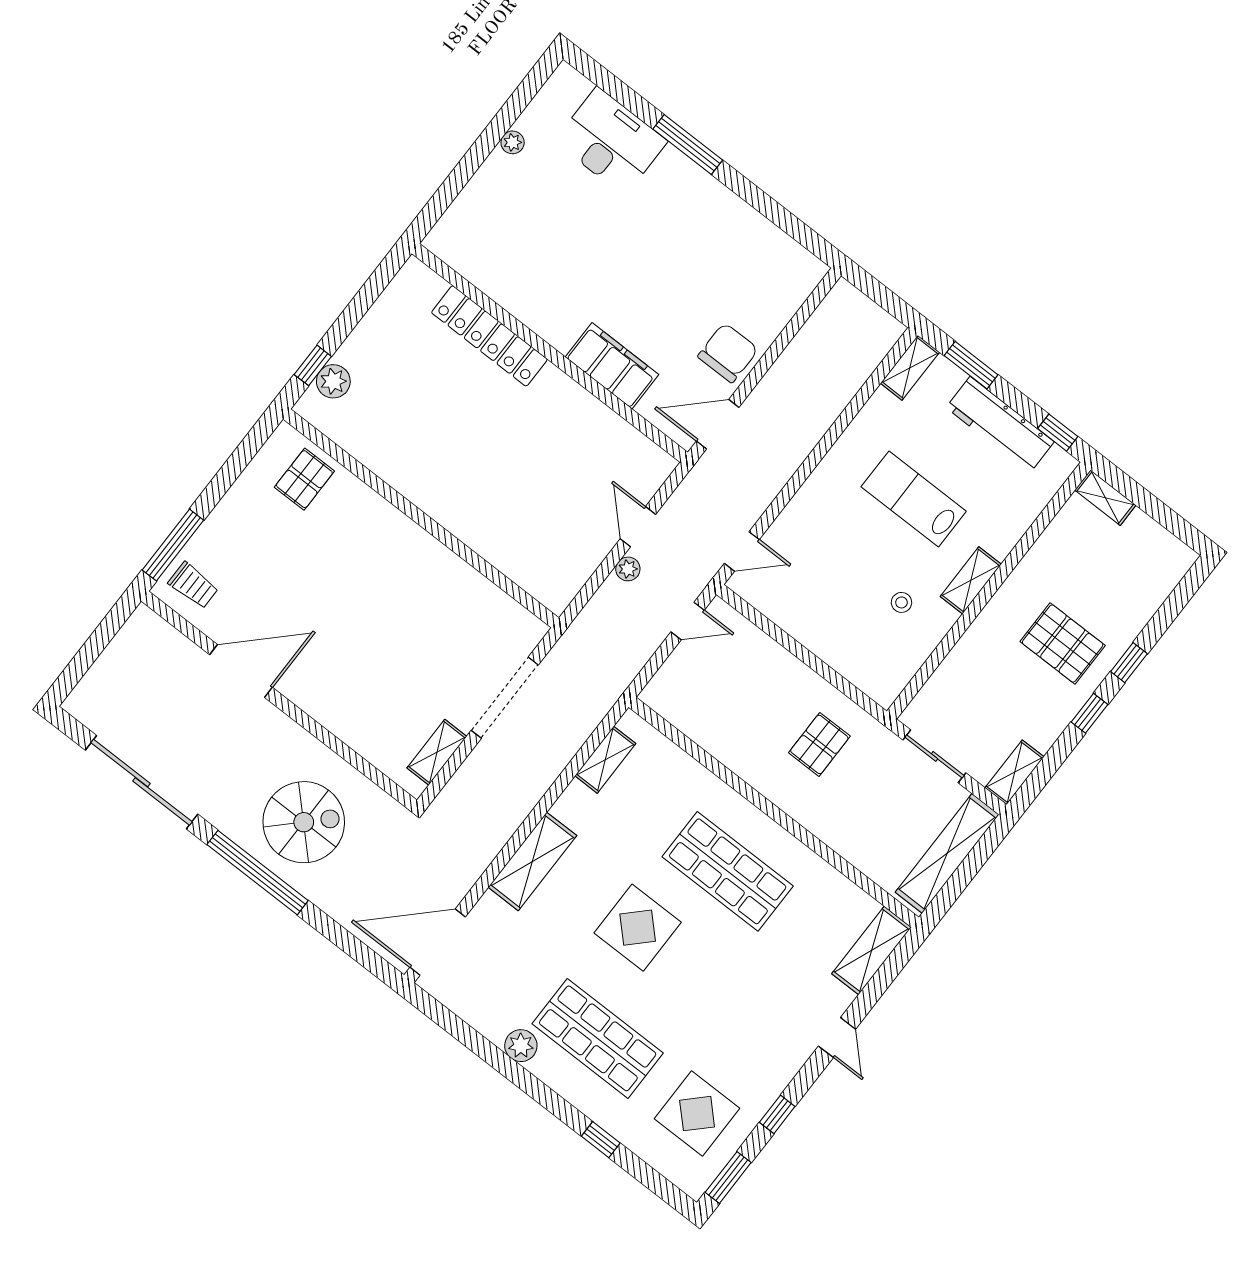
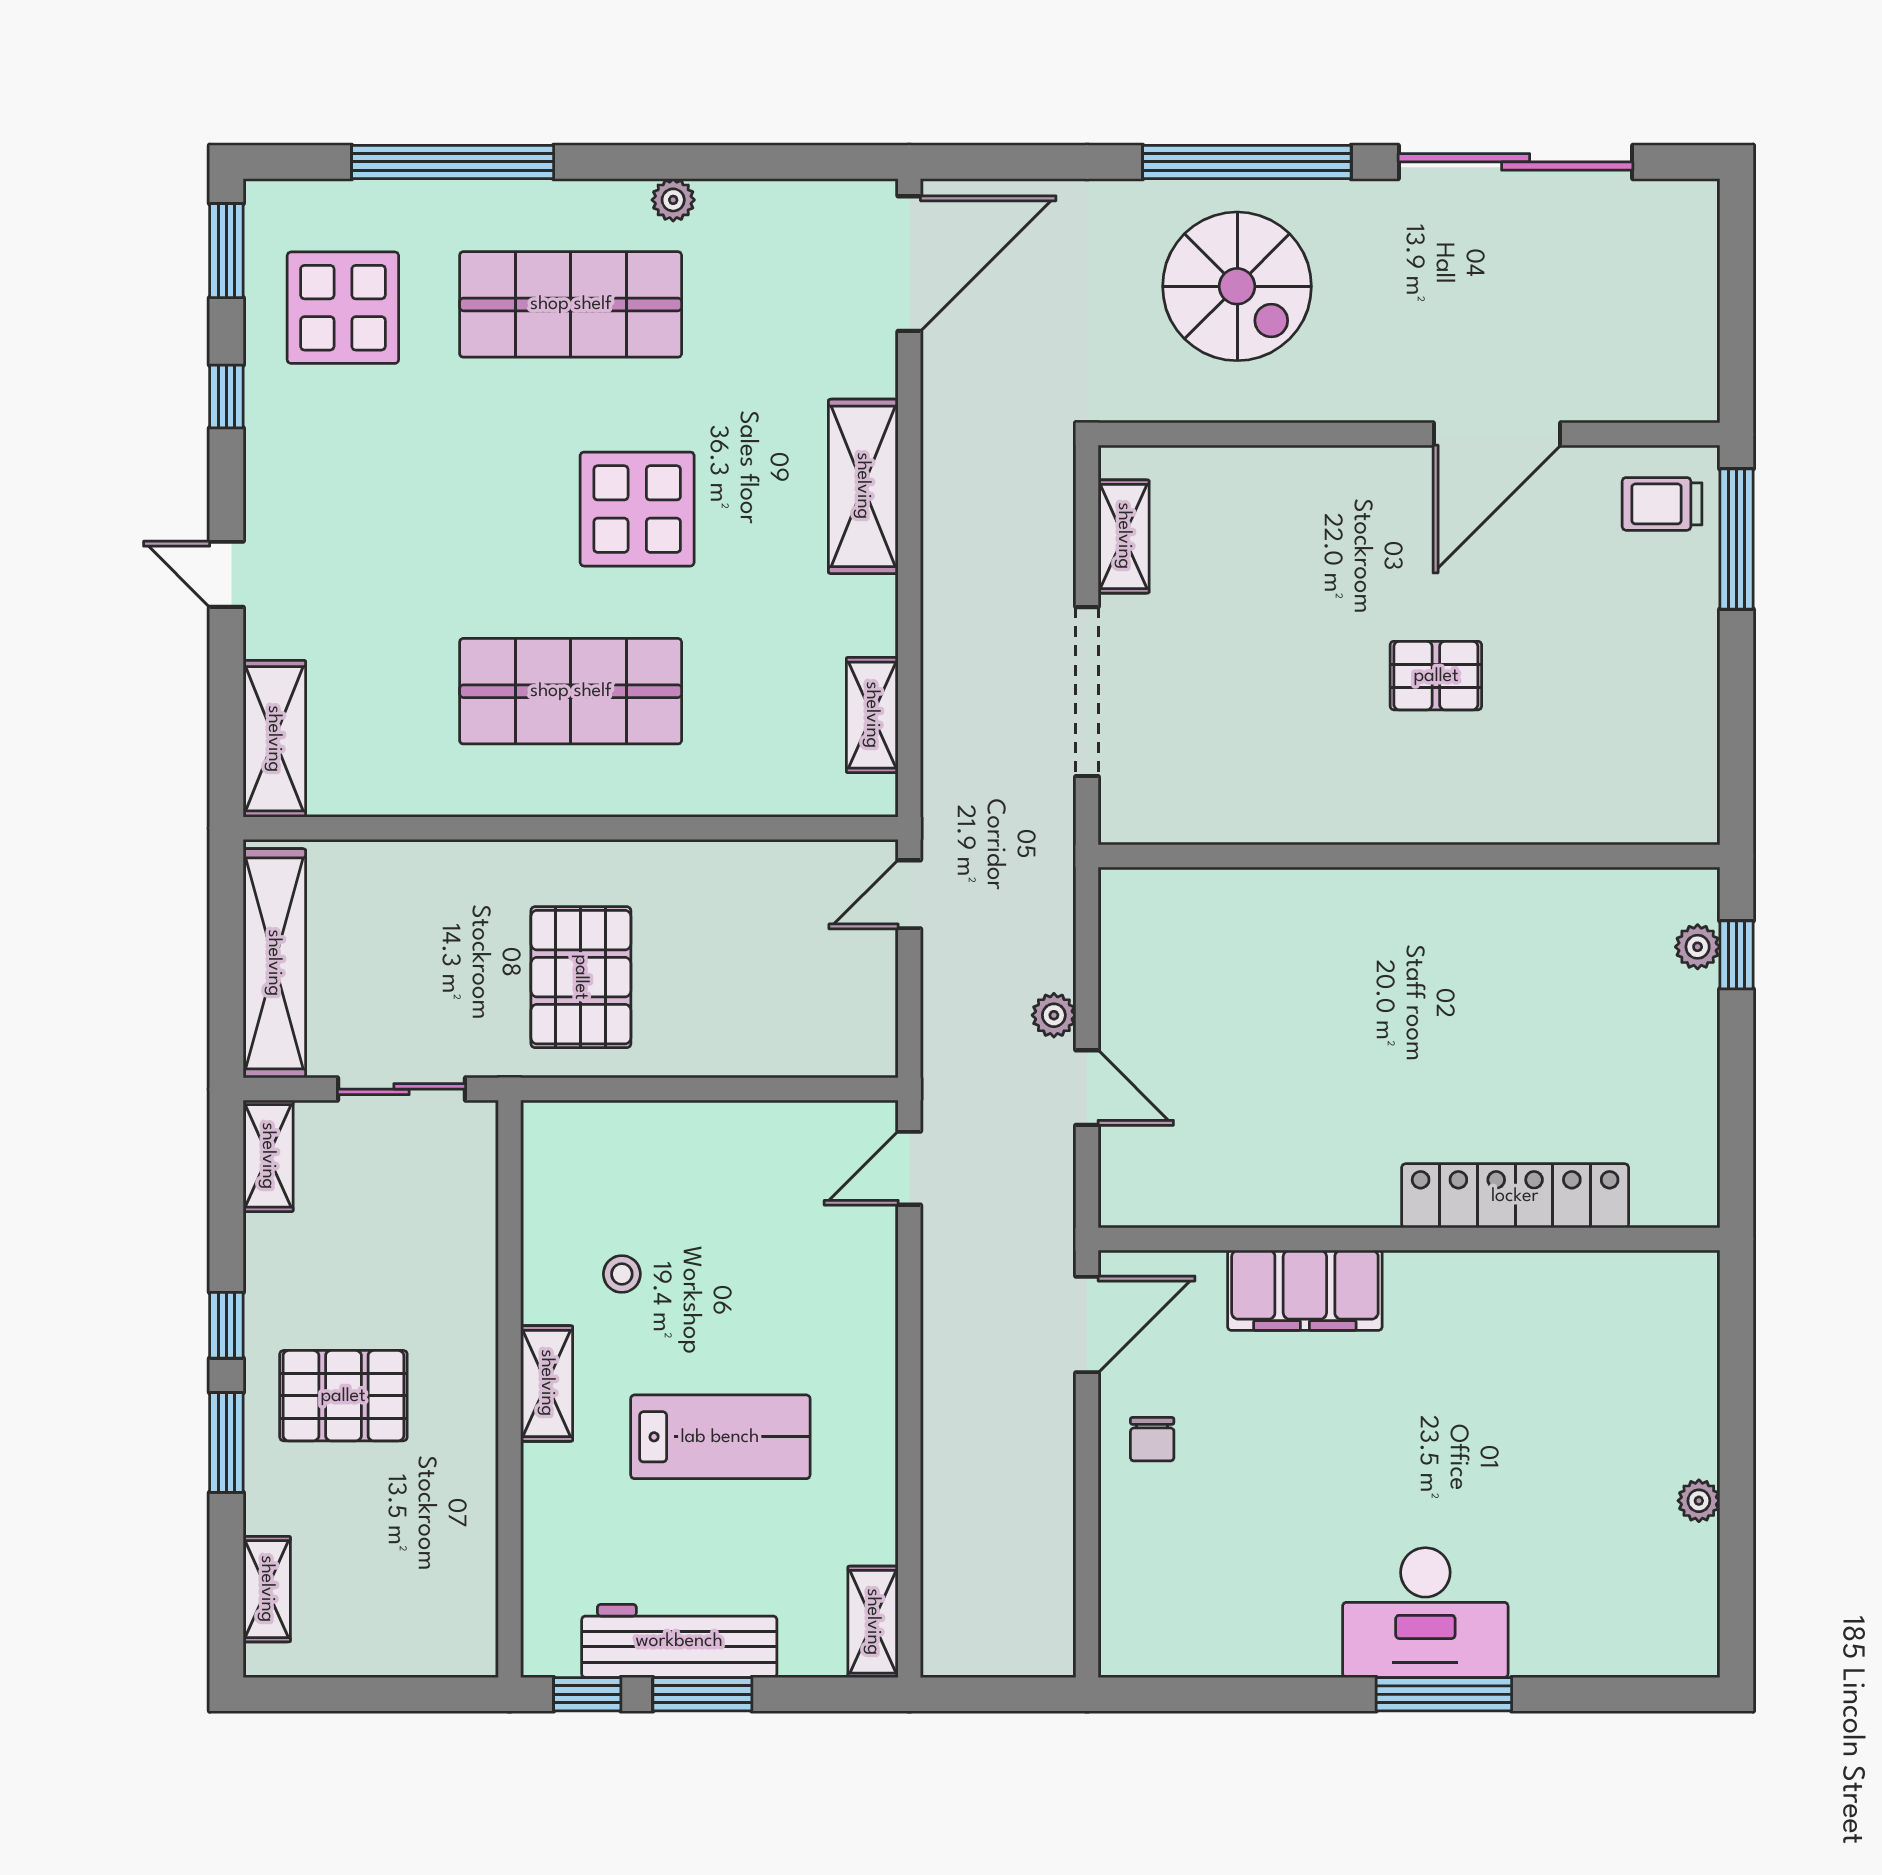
desk: (611, 141) -> (1425, 1613), moved
chair: (728, 353) -> (1152, 1439), width x0.54, depth x0.54
window: (971, 365) -> (702, 1694), moved
plant: (333, 381) -> (1698, 947), width x0.73, depth x0.73
pallet: (304, 479) -> (1436, 676), moved, turned 90
shelving: (1105, 498) -> (267, 1589), moved, turned 90
door: (688, 621) -> (909, 894), moved
window: (1129, 663) -> (226, 1442), width x1.50
pallet: (819, 744) -> (581, 977), width x1.50, depth x1.42
spiral stairs: (304, 822) -> (1237, 286), turned -90
plant: (521, 1046) -> (673, 200), width x0.73, depth x0.73
window: (601, 1140) -> (453, 162), width x3.17

